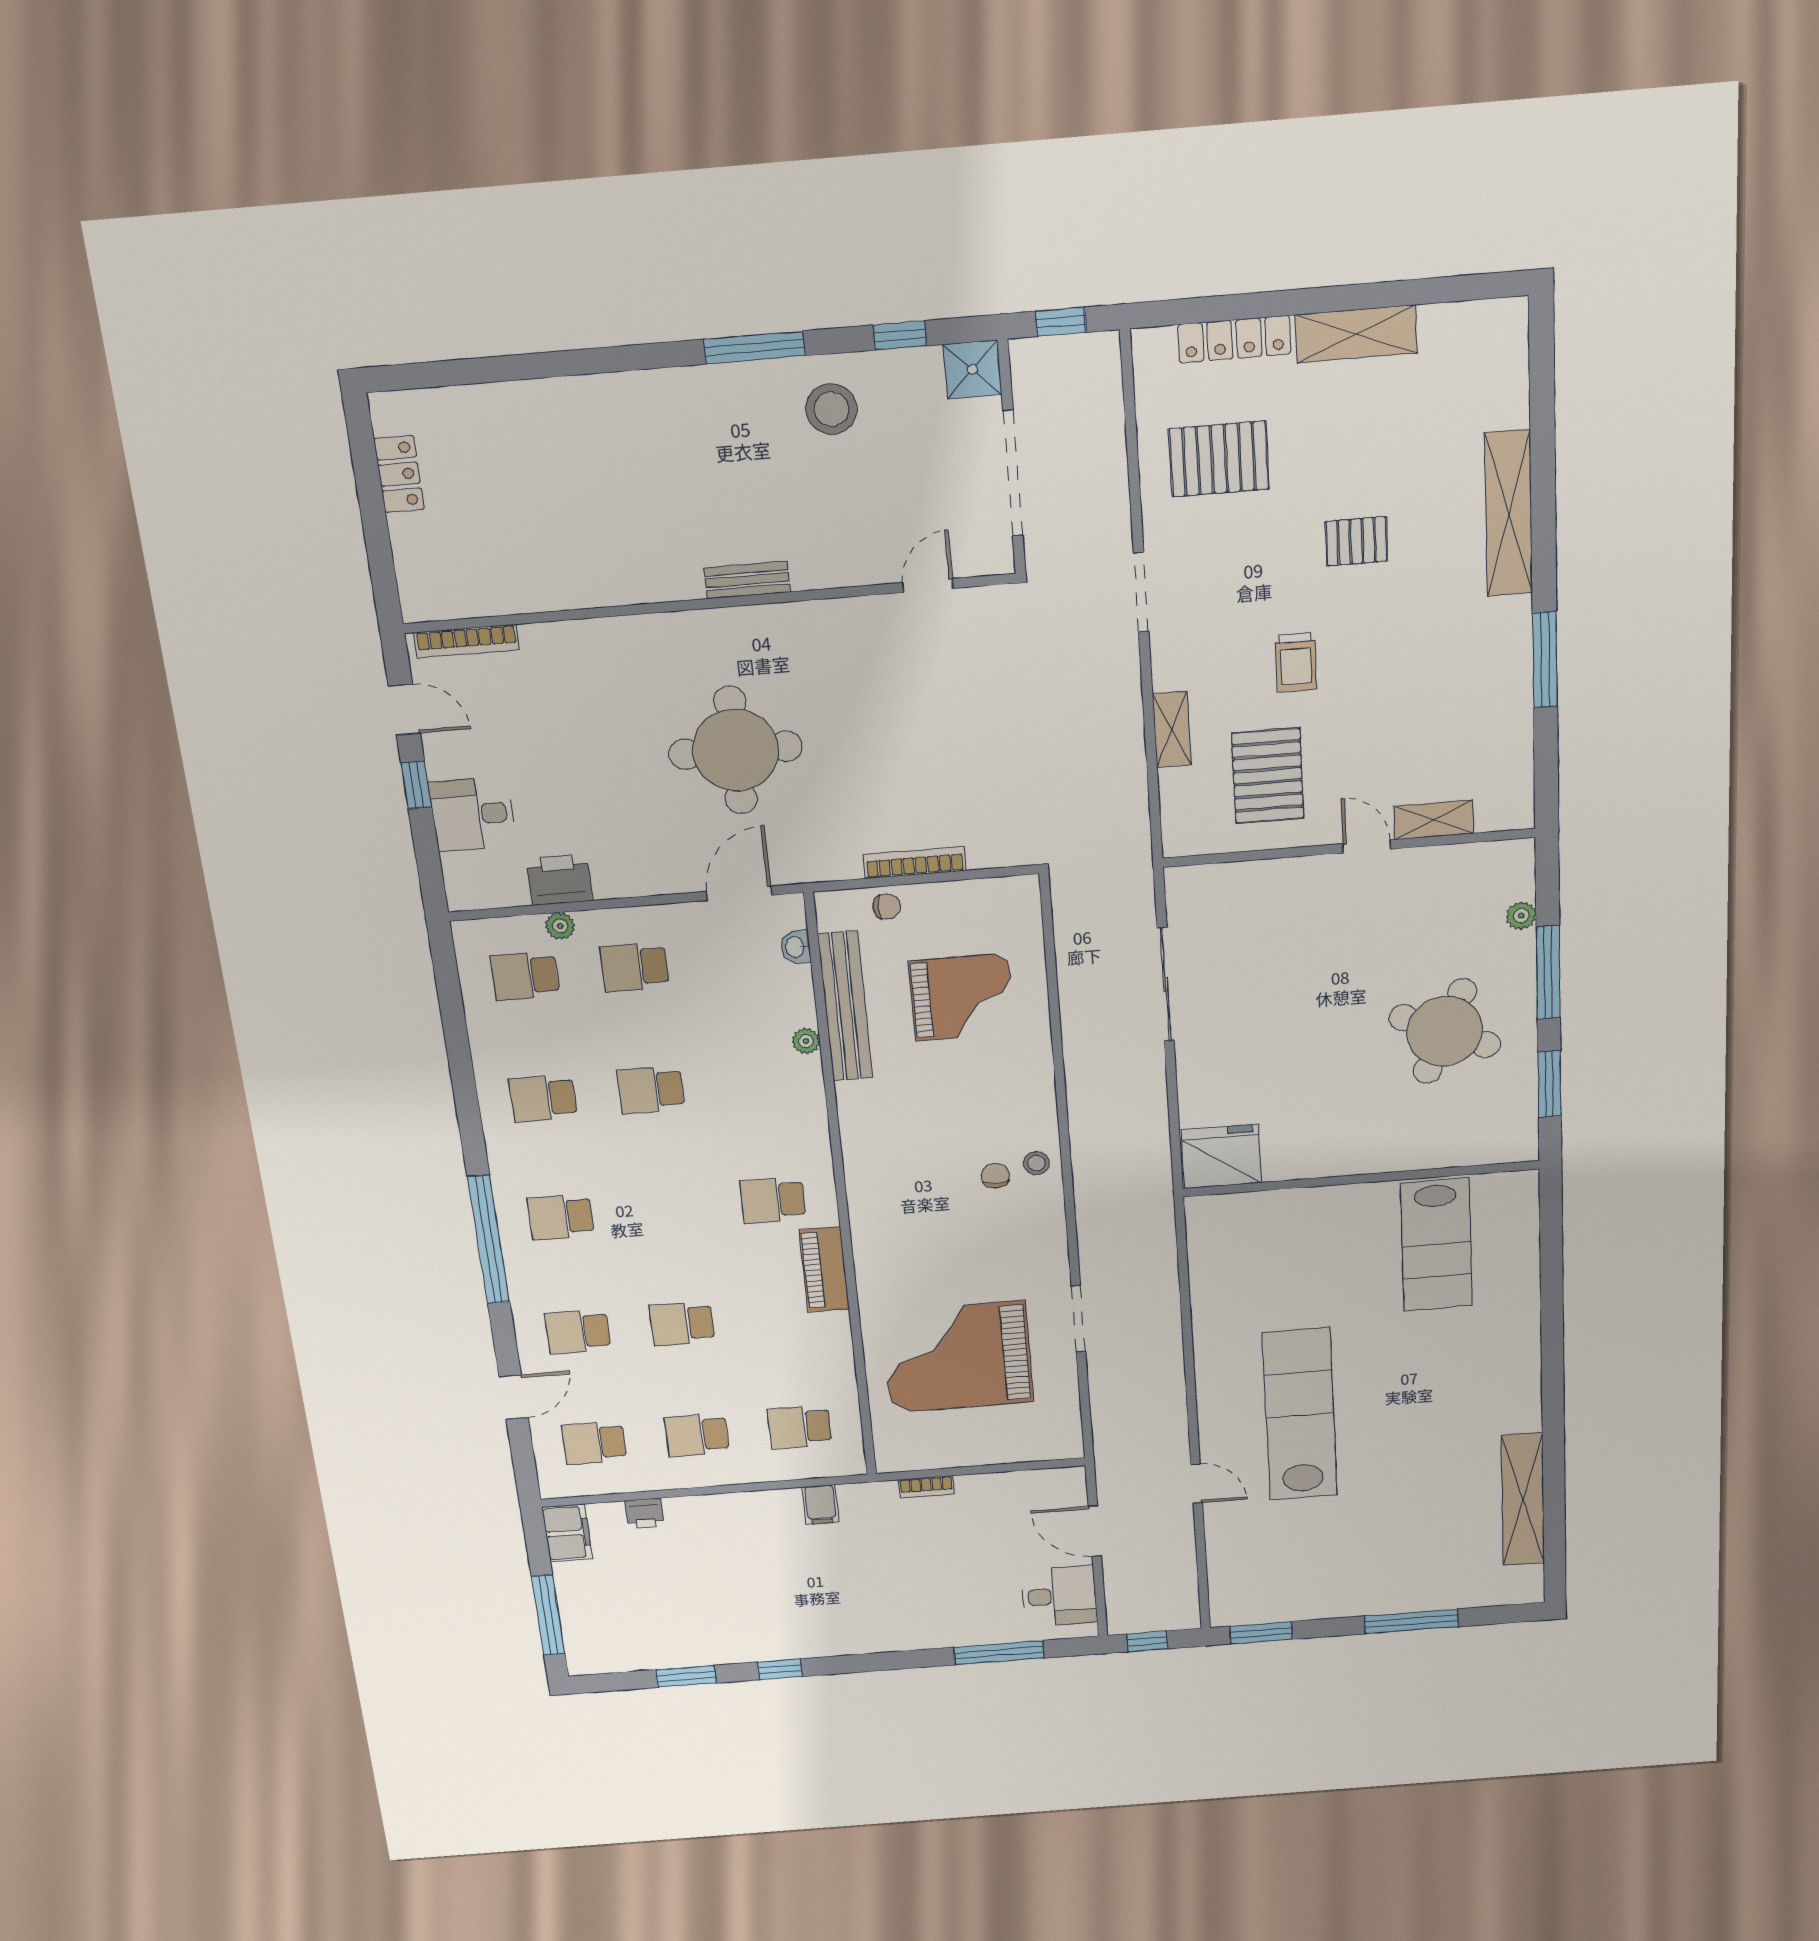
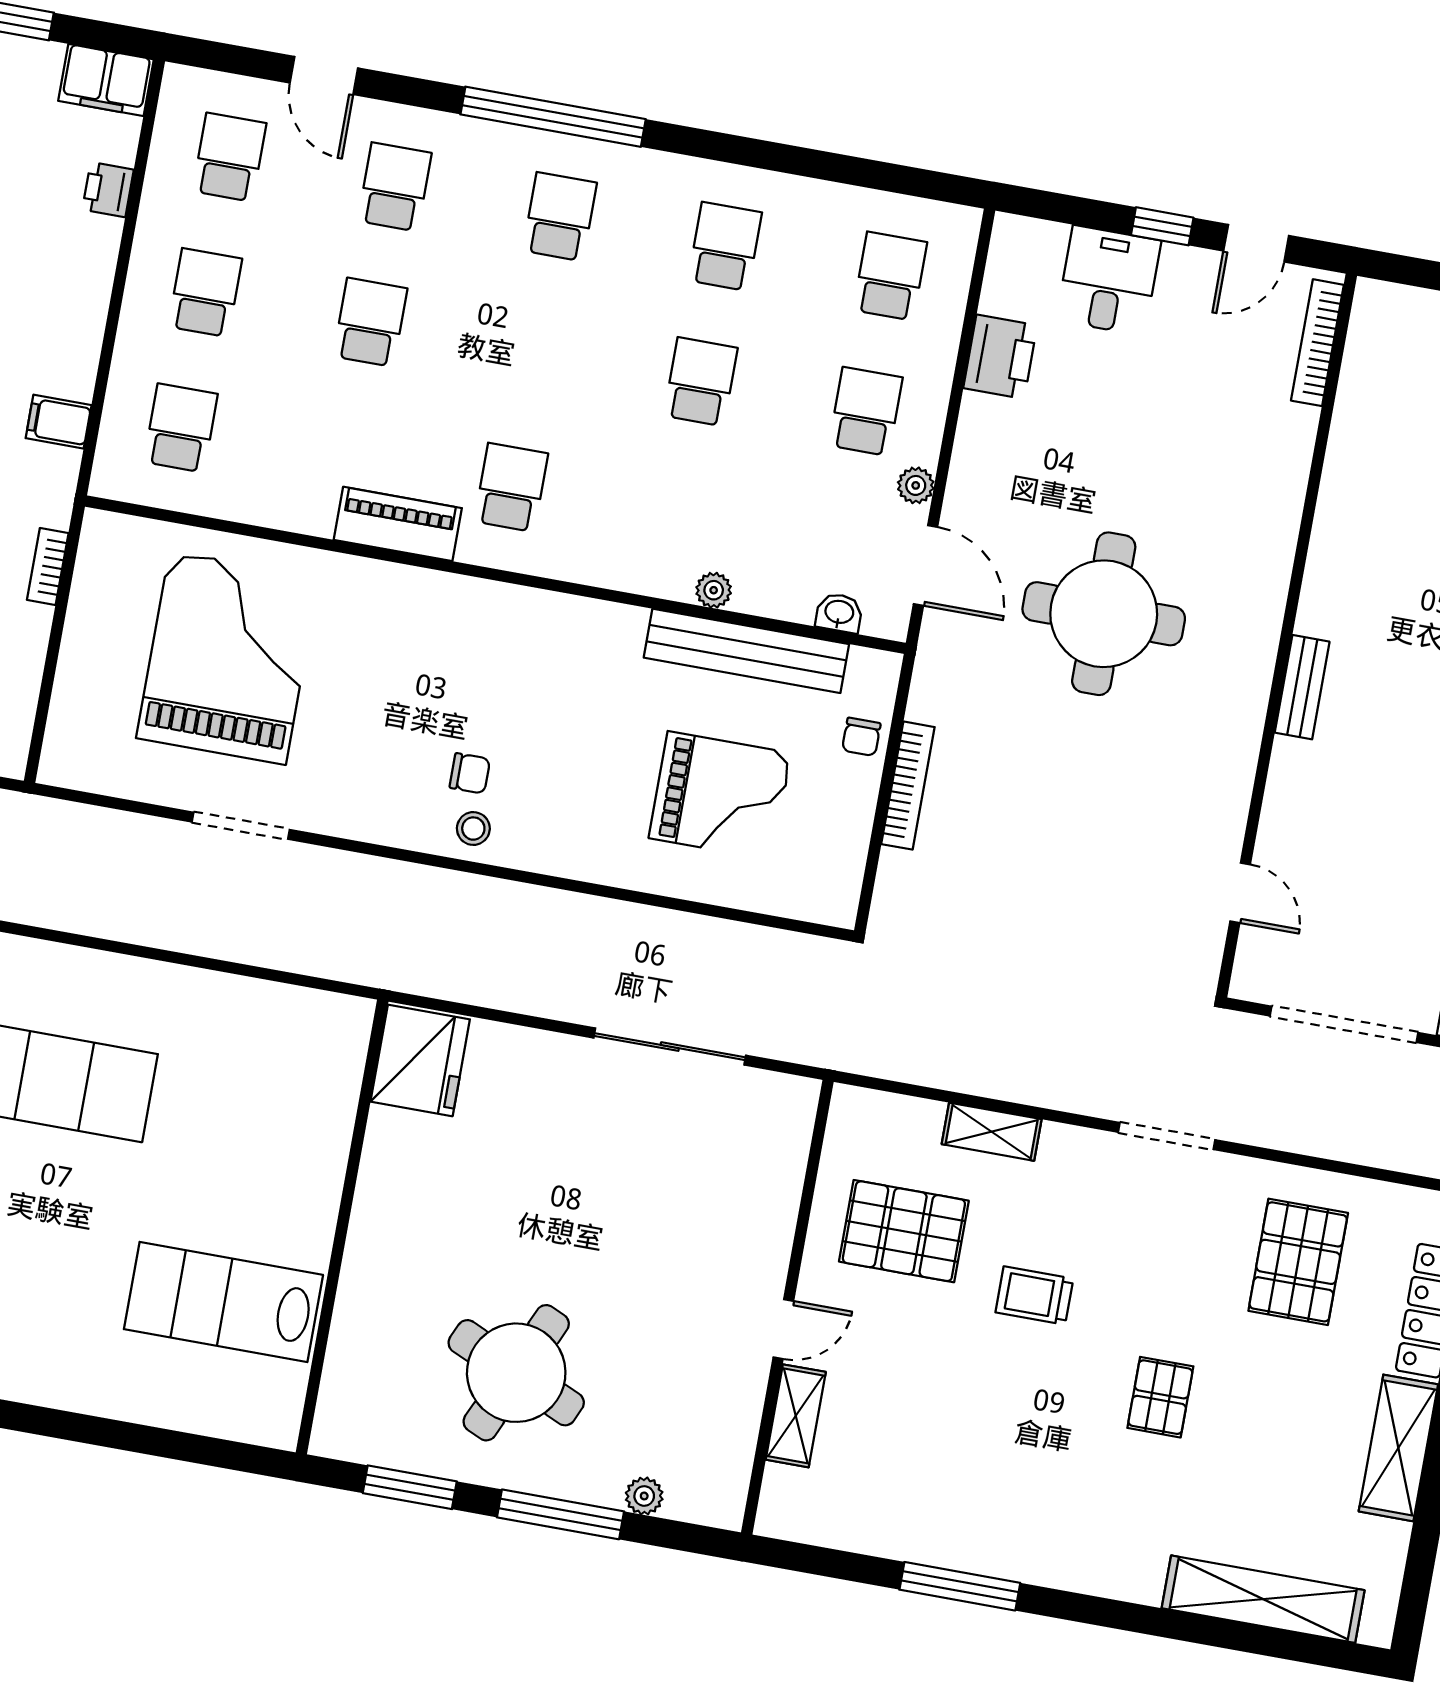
shelving: (1509, 513) -> (1263, 1599), moved
plant: (560, 926) -> (916, 485), moved
grand piano: (962, 997) -> (720, 796), turned -90

